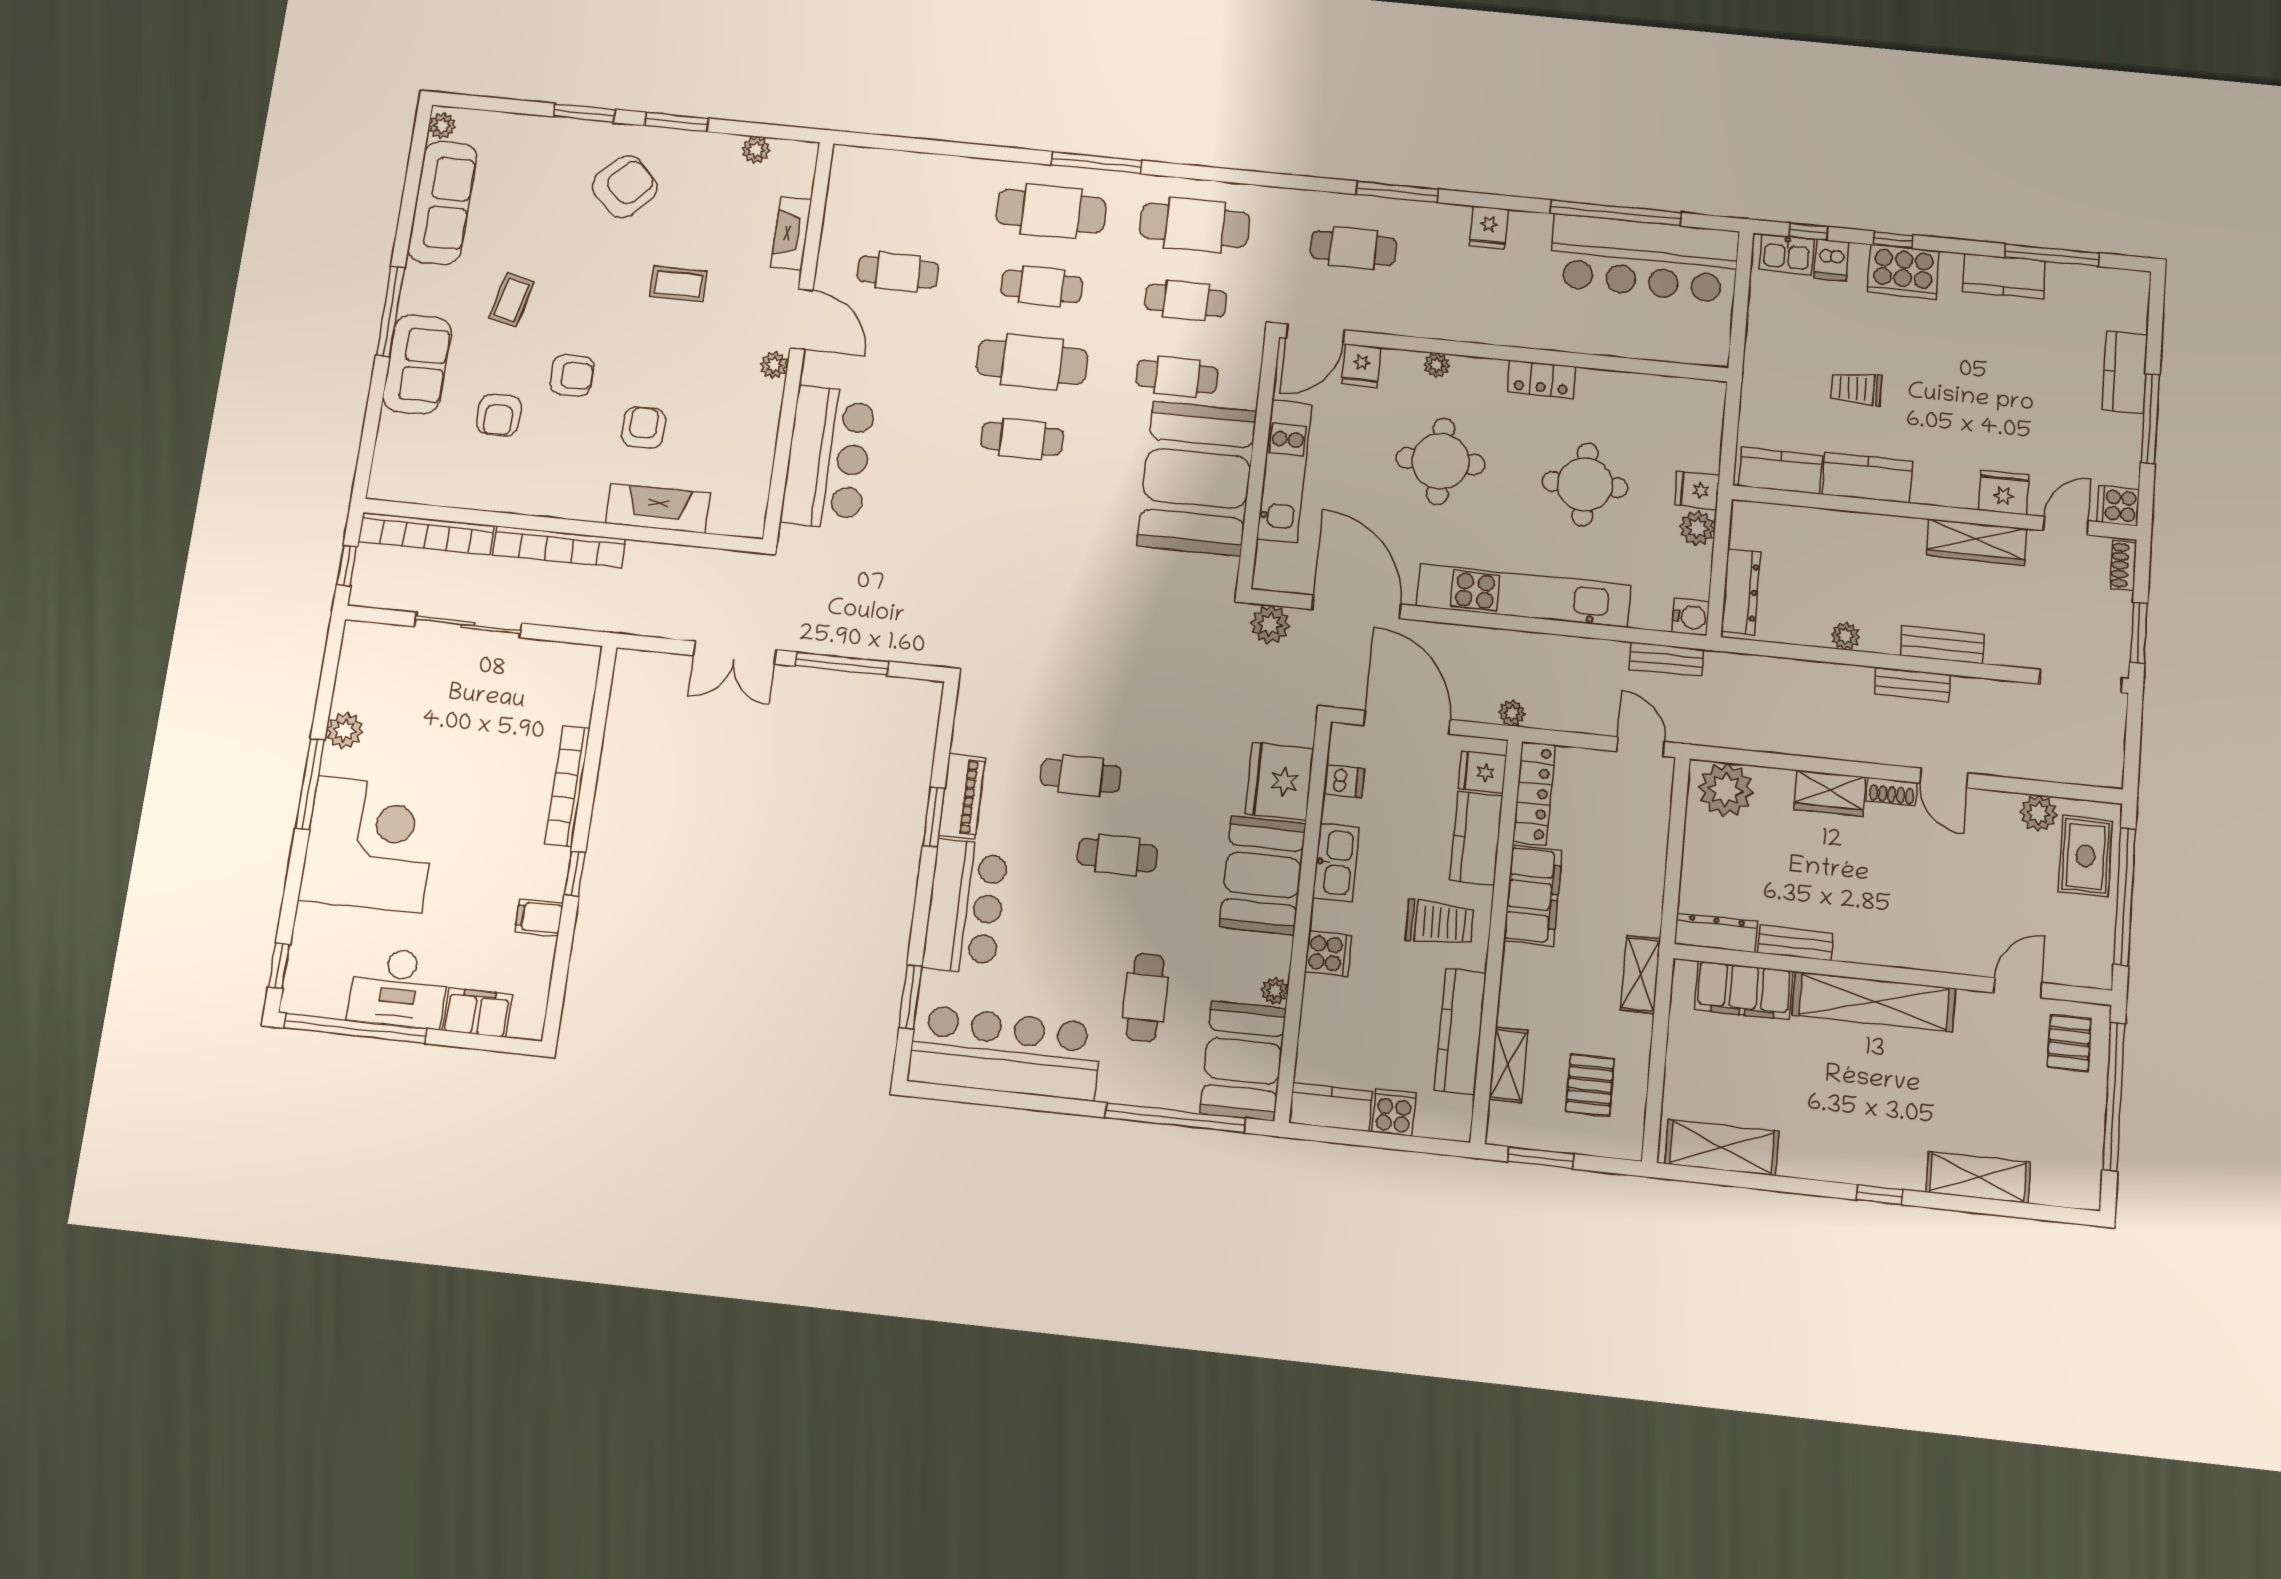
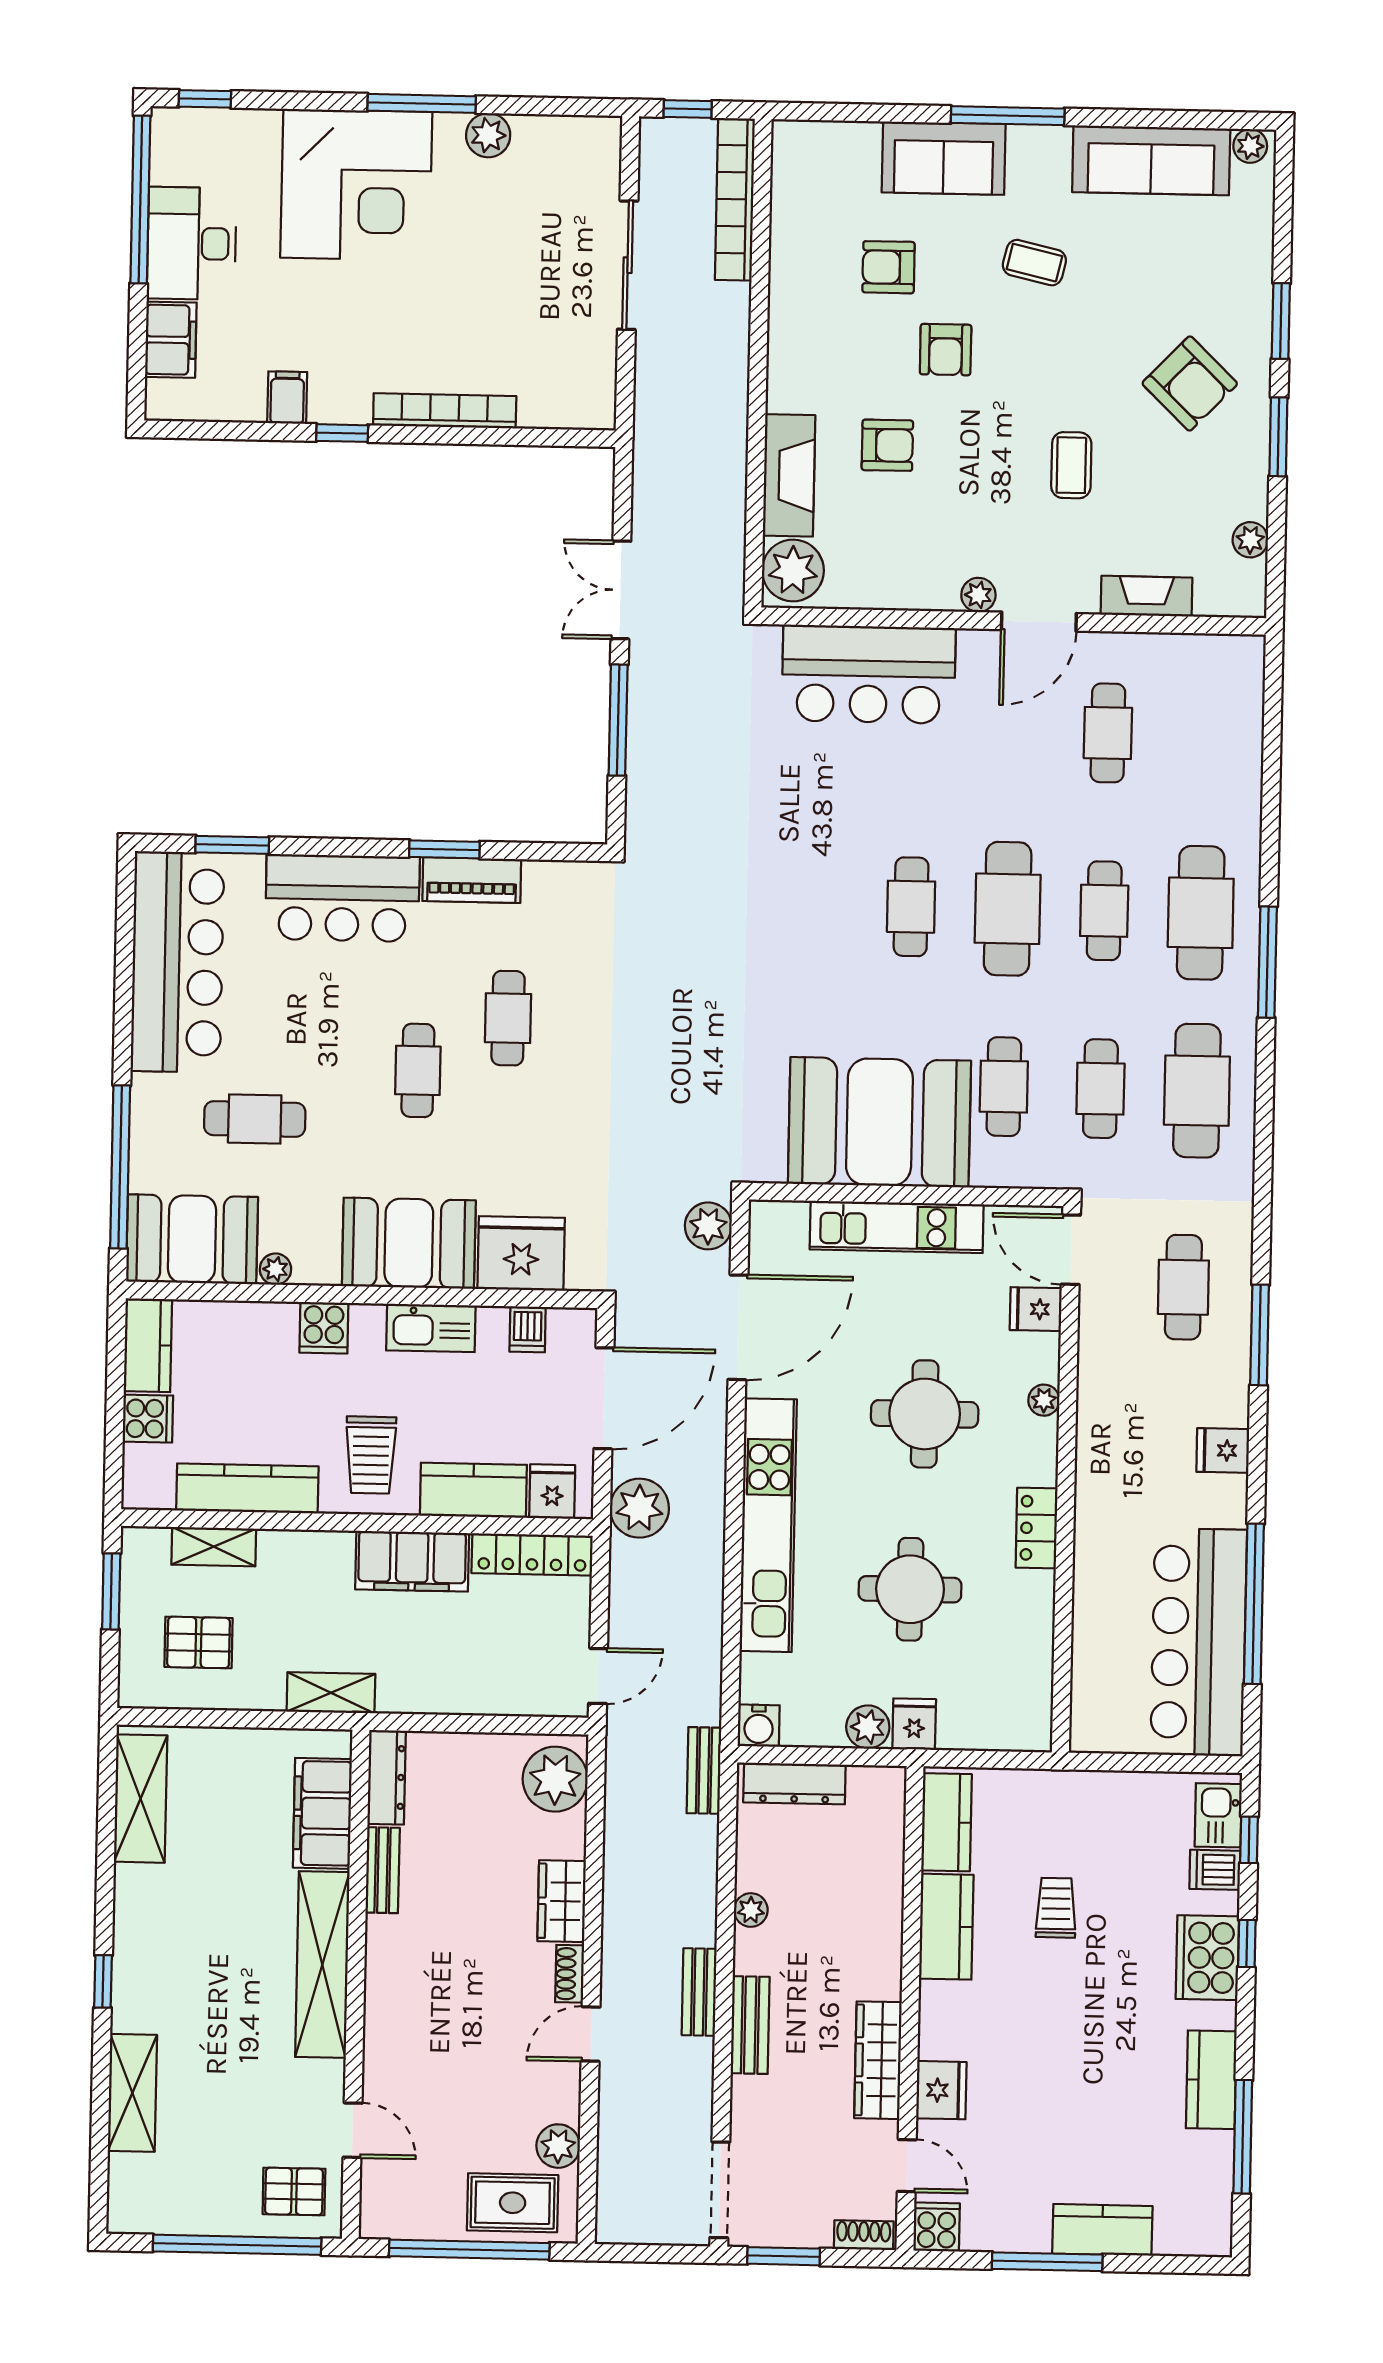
plant: (736, 511) -> (793, 570), added
bookcase: (559, 547) -> (732, 362), removed
bench: (1666, 659) -> (704, 1770), moved
plant: (1512, 713) -> (639, 1508), width x1.87, depth x1.87

